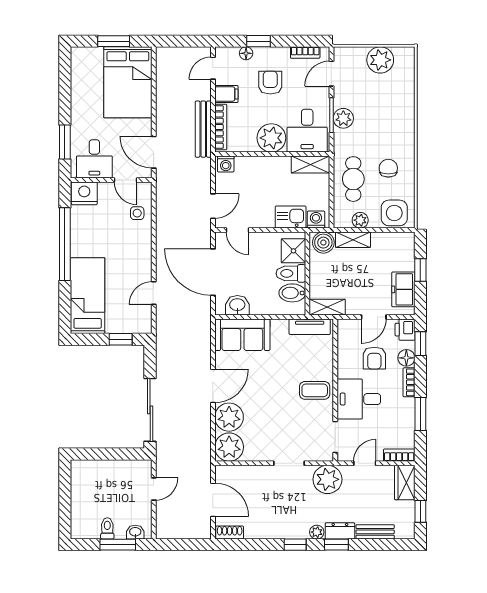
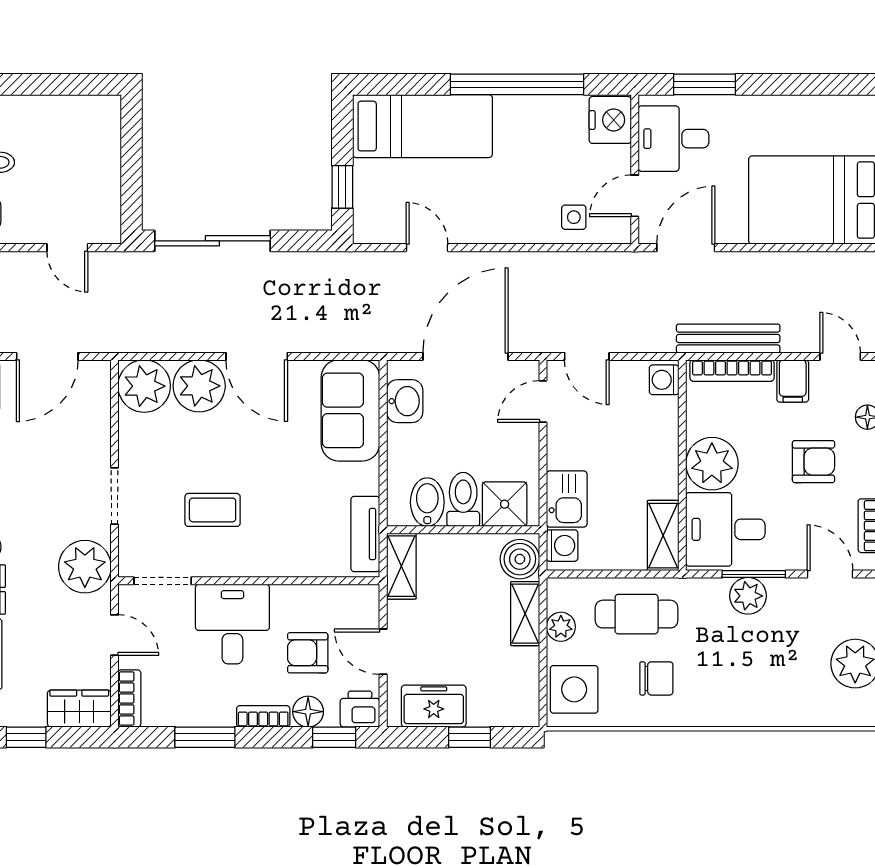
coffee table: (315, 390) -> (213, 510), moved, turned 90

